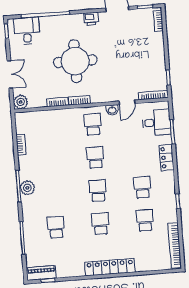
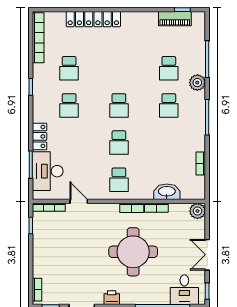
double door: (10, 74) -> (207, 255), moved
door: (127, 102) -> (79, 201), hinge flipped
washbasin: (112, 110) -> (167, 192), moved, width x1.91, depth x1.45
desk: (157, 122) -> (48, 171), width x1.37
plant: (27, 188) -> (197, 83), moved
school desk: (100, 224) -> (169, 105), moved
locker: (110, 267) -> (93, 19), moved
piano: (41, 273) -> (175, 19), moved

